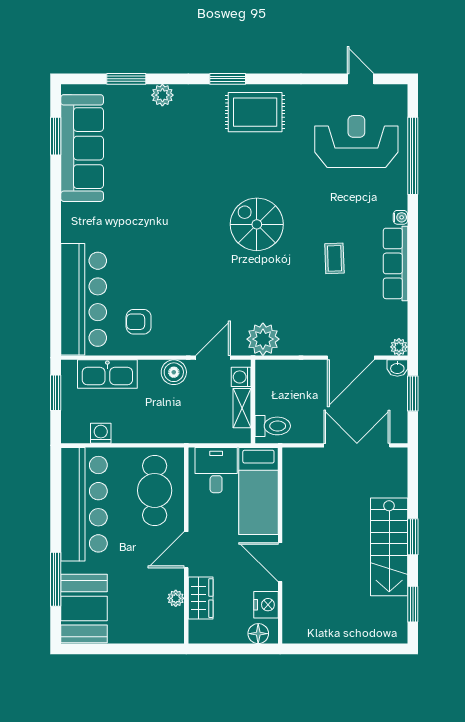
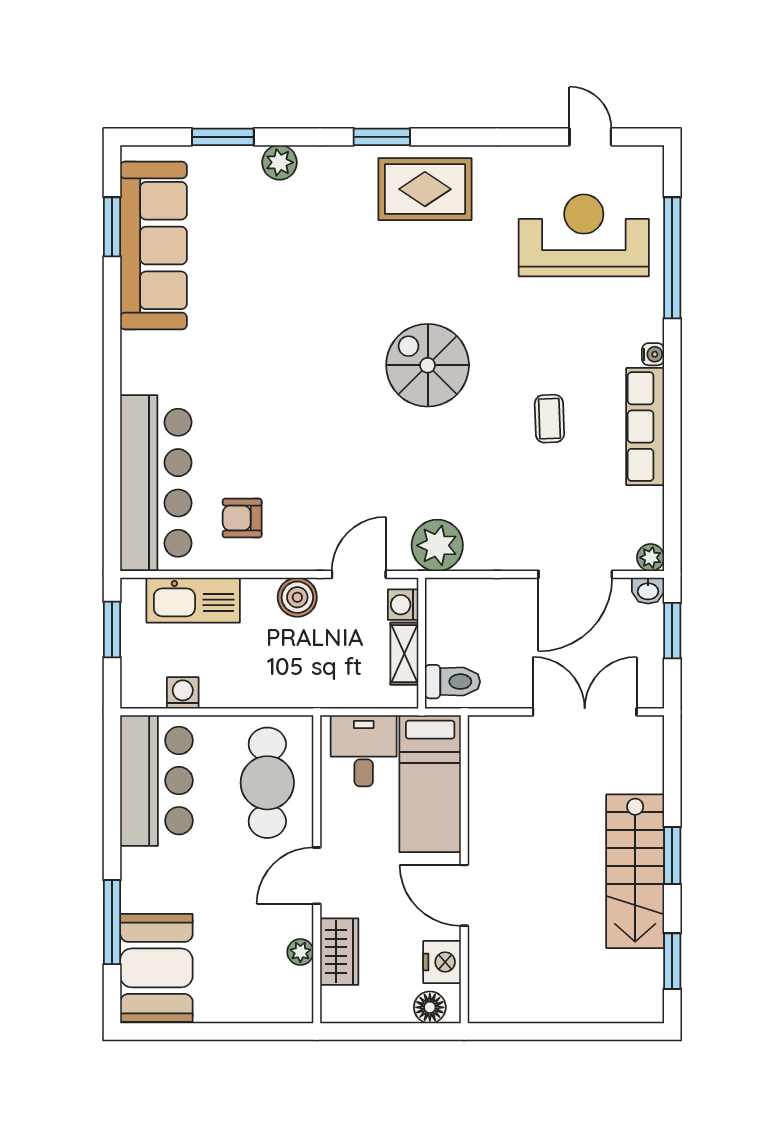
bar counter: (84, 504) -> (156, 781), width x0.73

